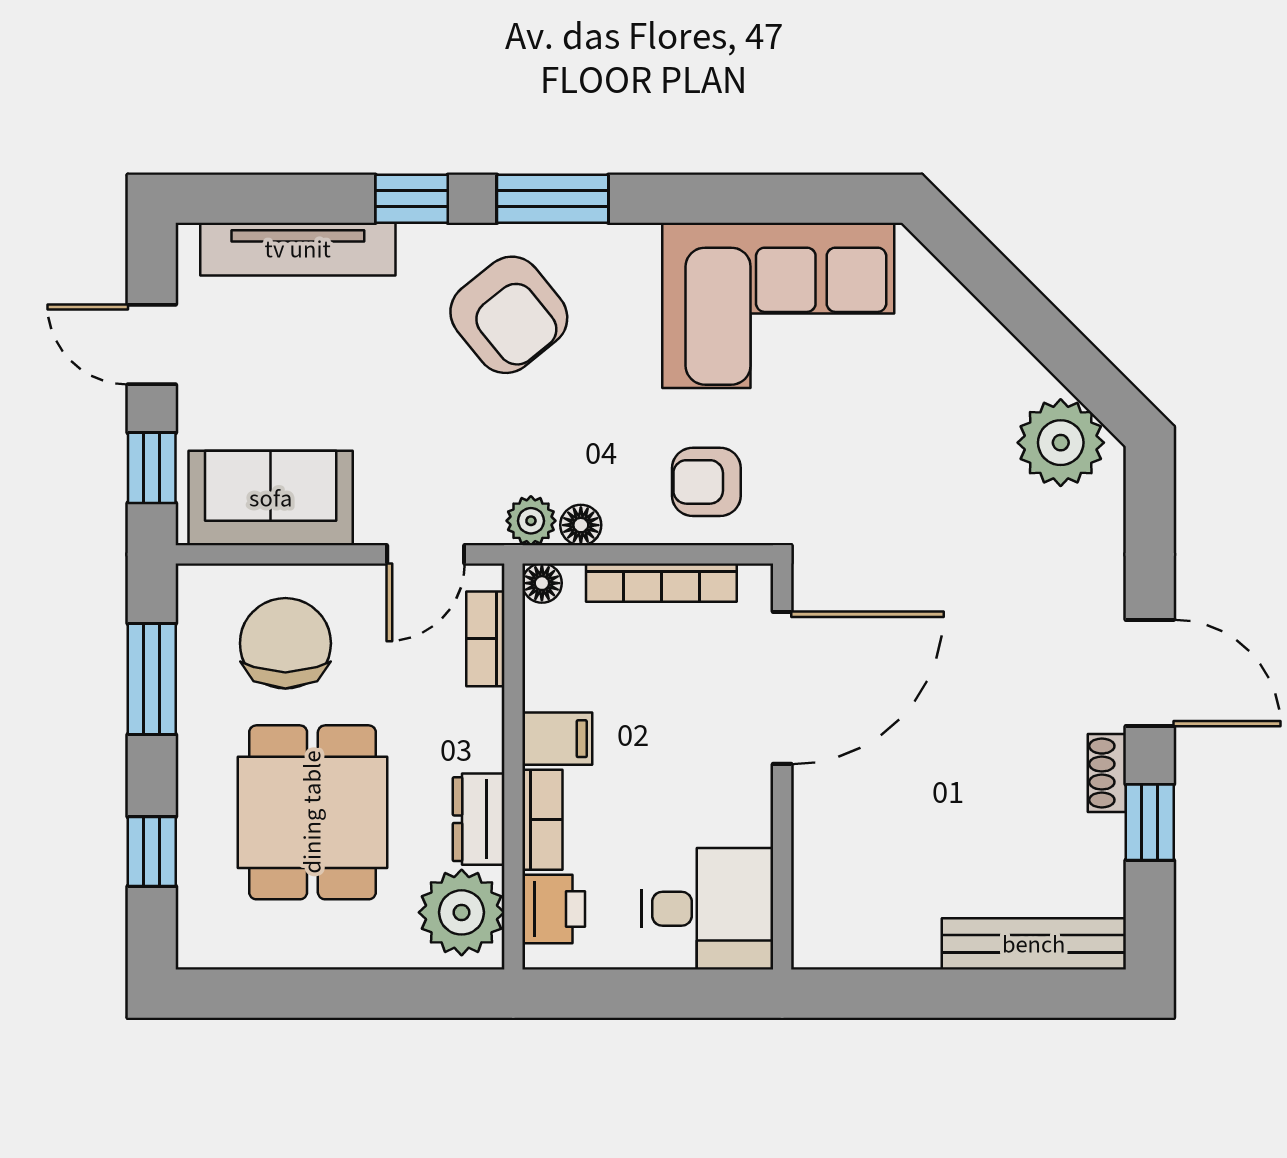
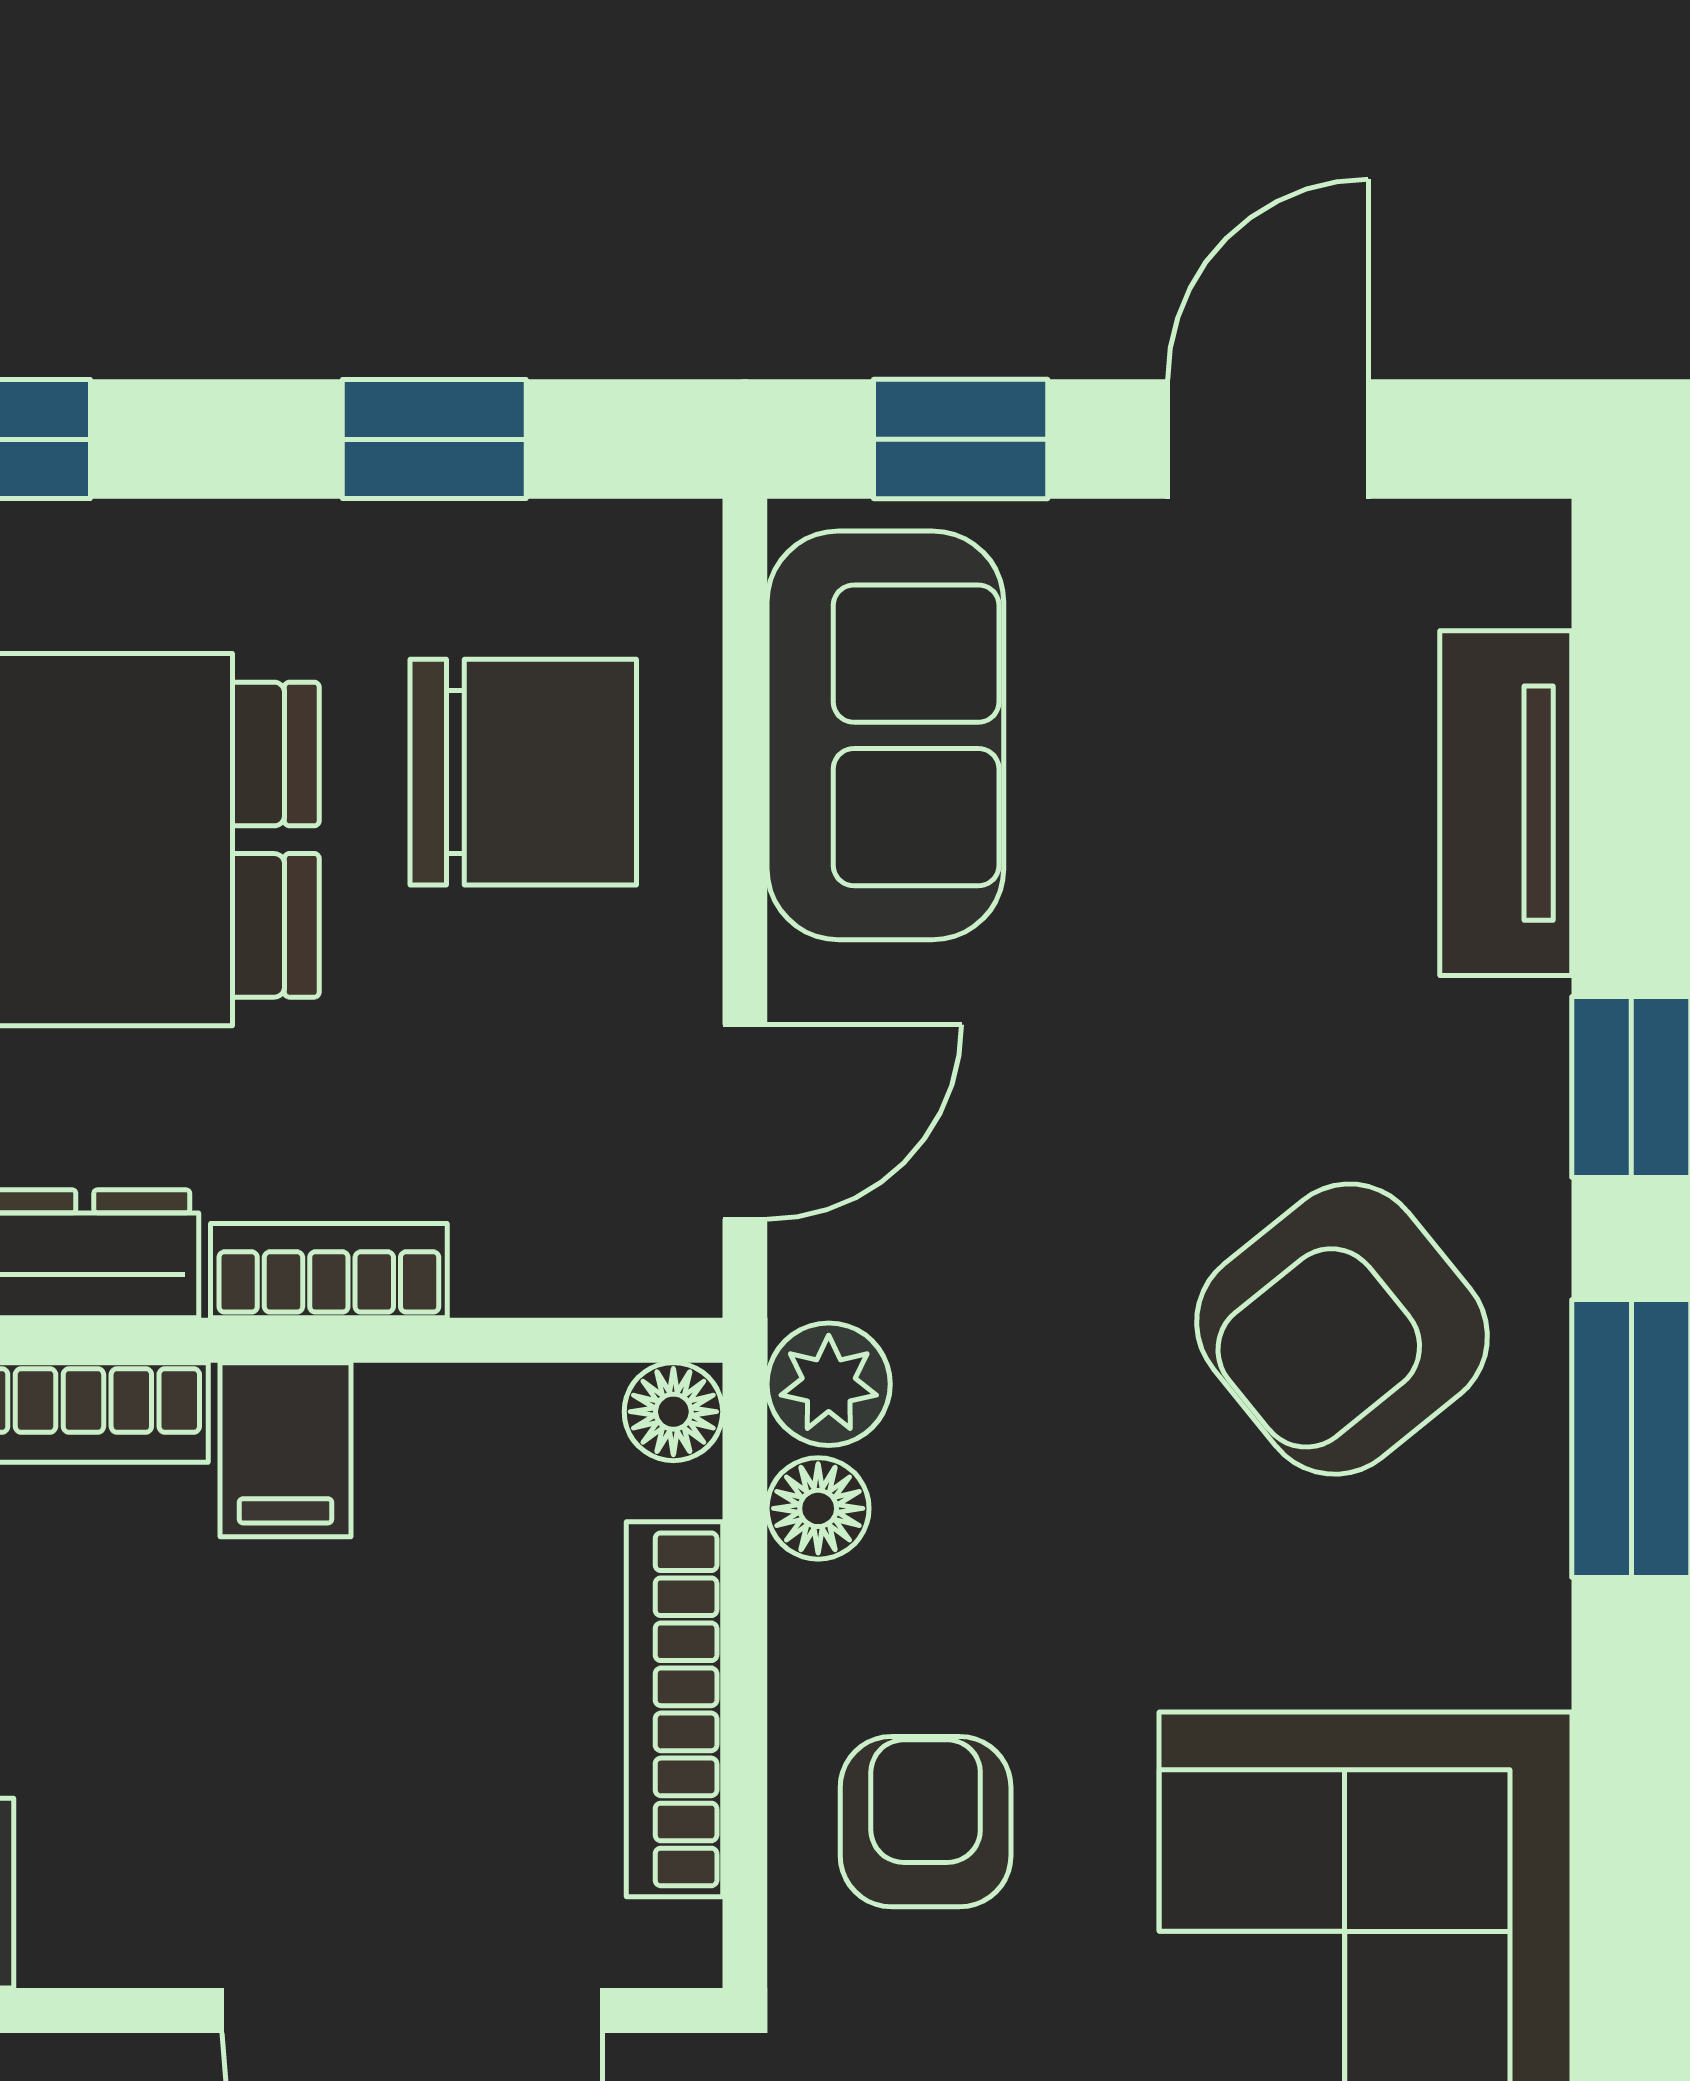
tv unit: (298, 249) -> (1506, 803), width x0.71
door: (426, 554) -> (745, 1122), swing flipped
bookcase: (485, 639) -> (329, 1271), moved
window: (152, 679) -> (434, 439), width x0.67

